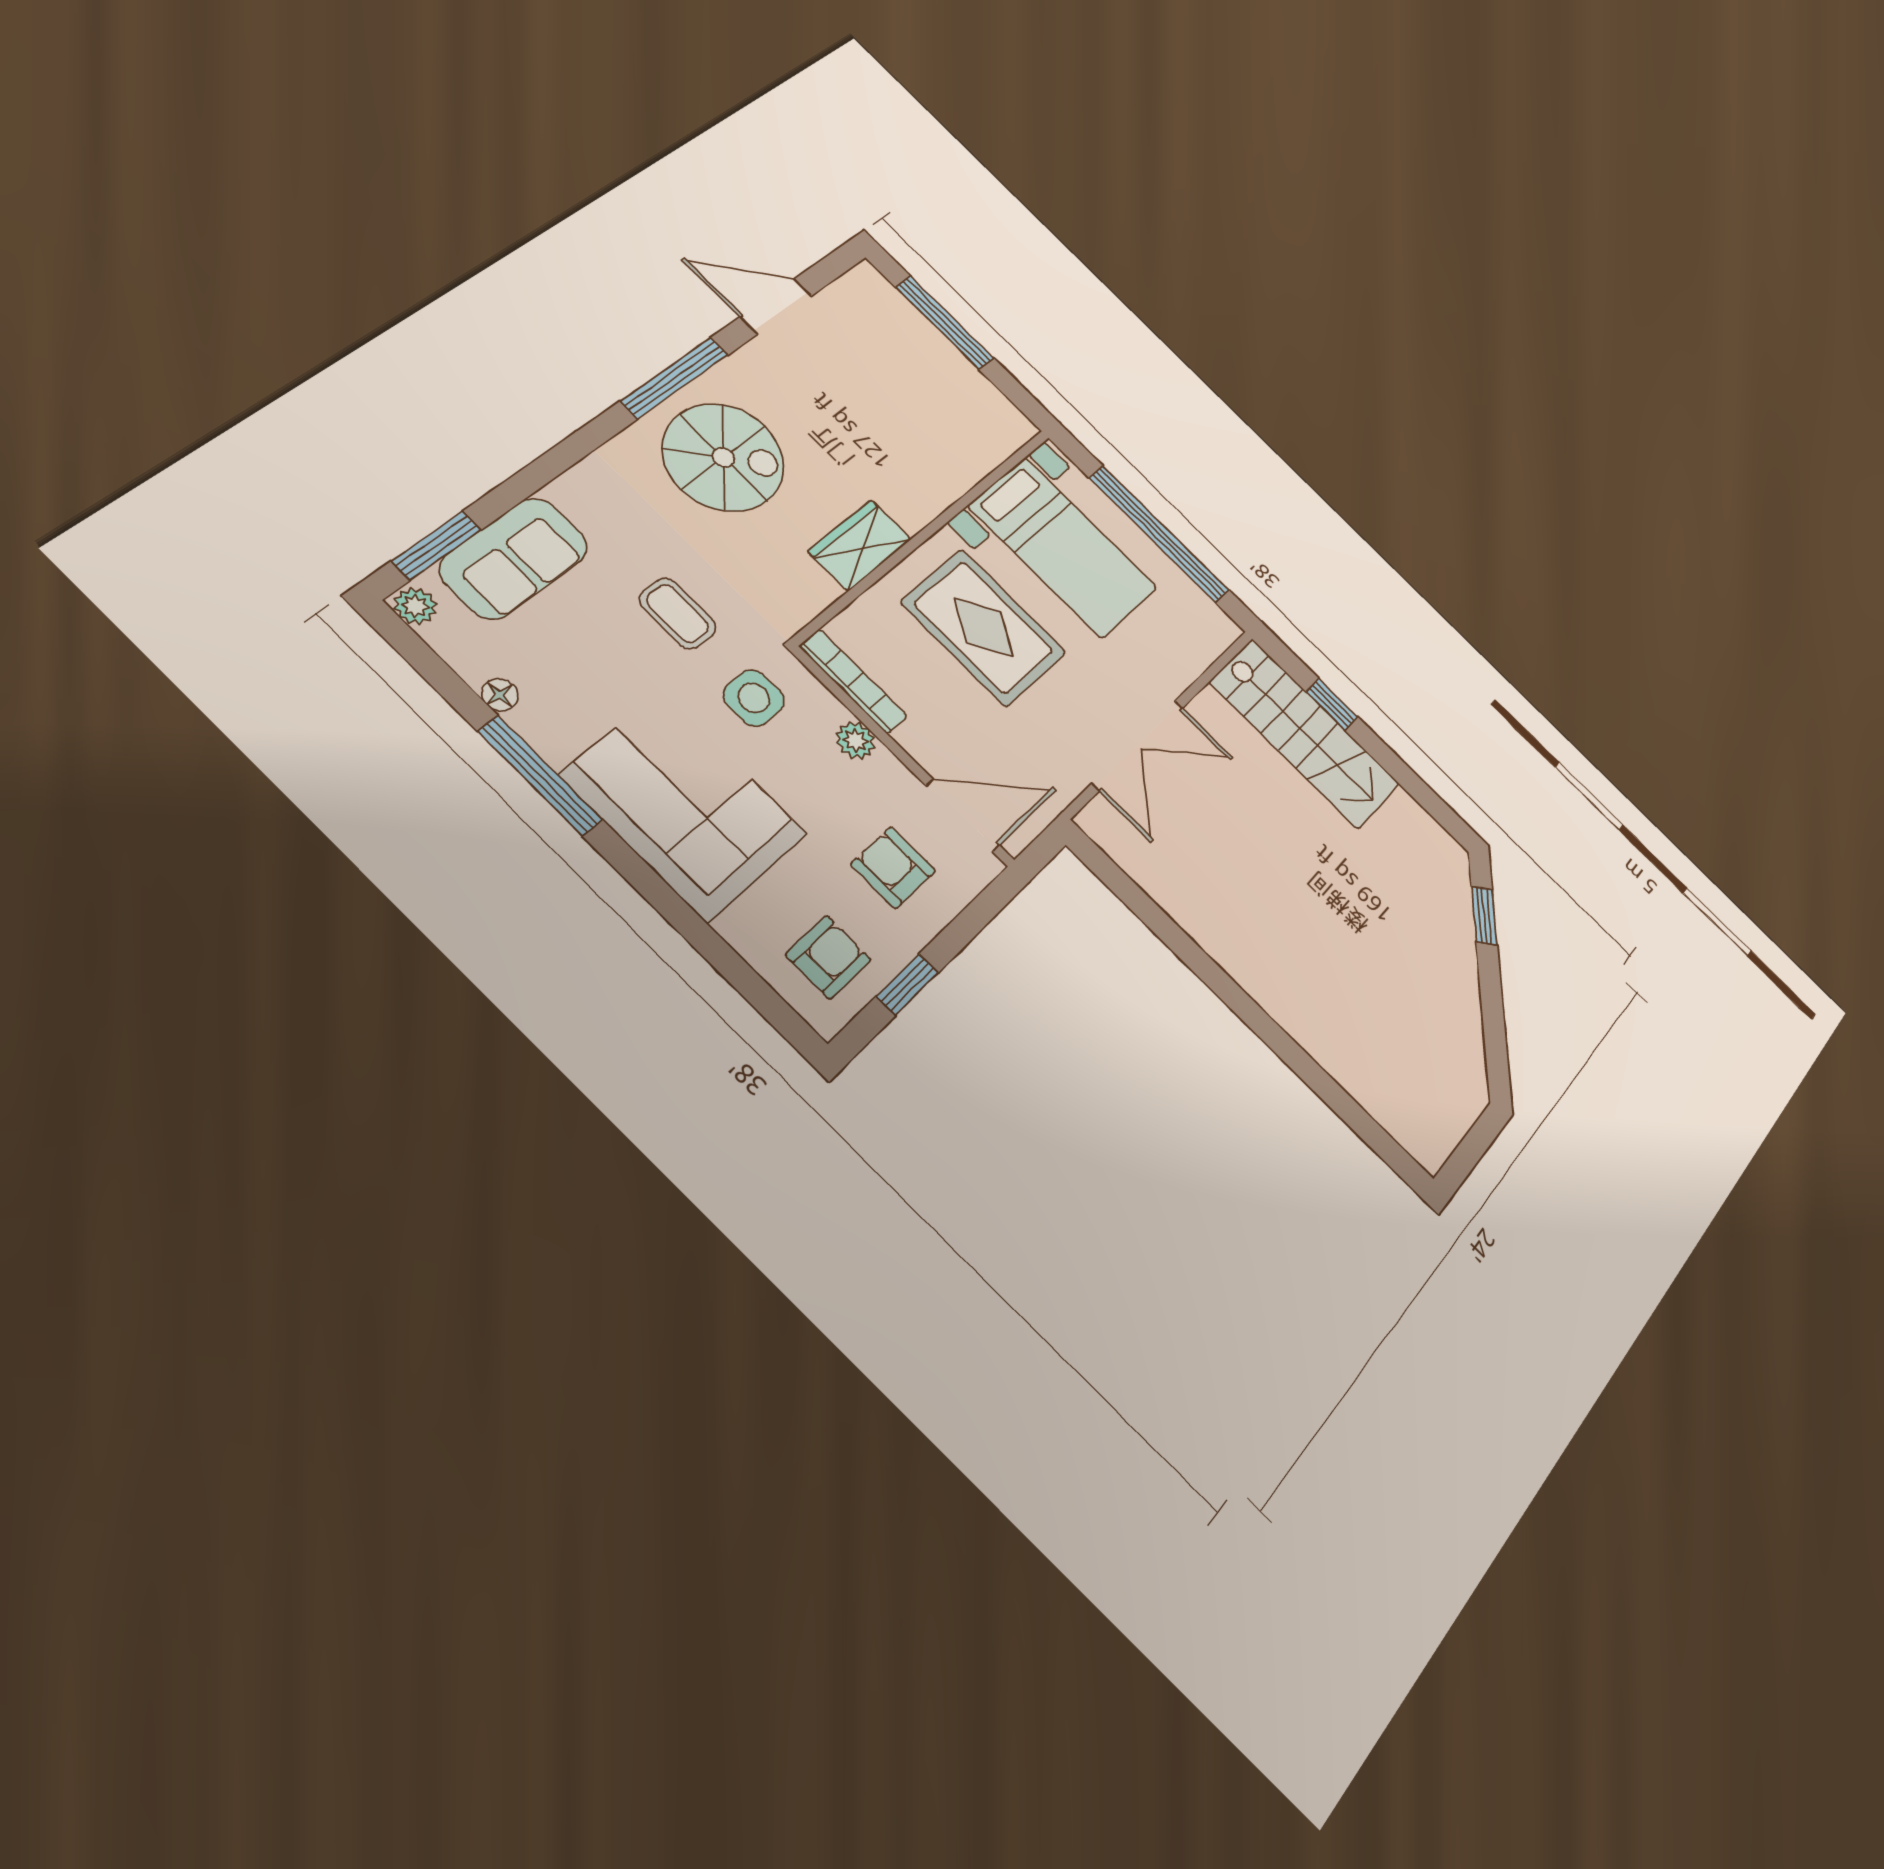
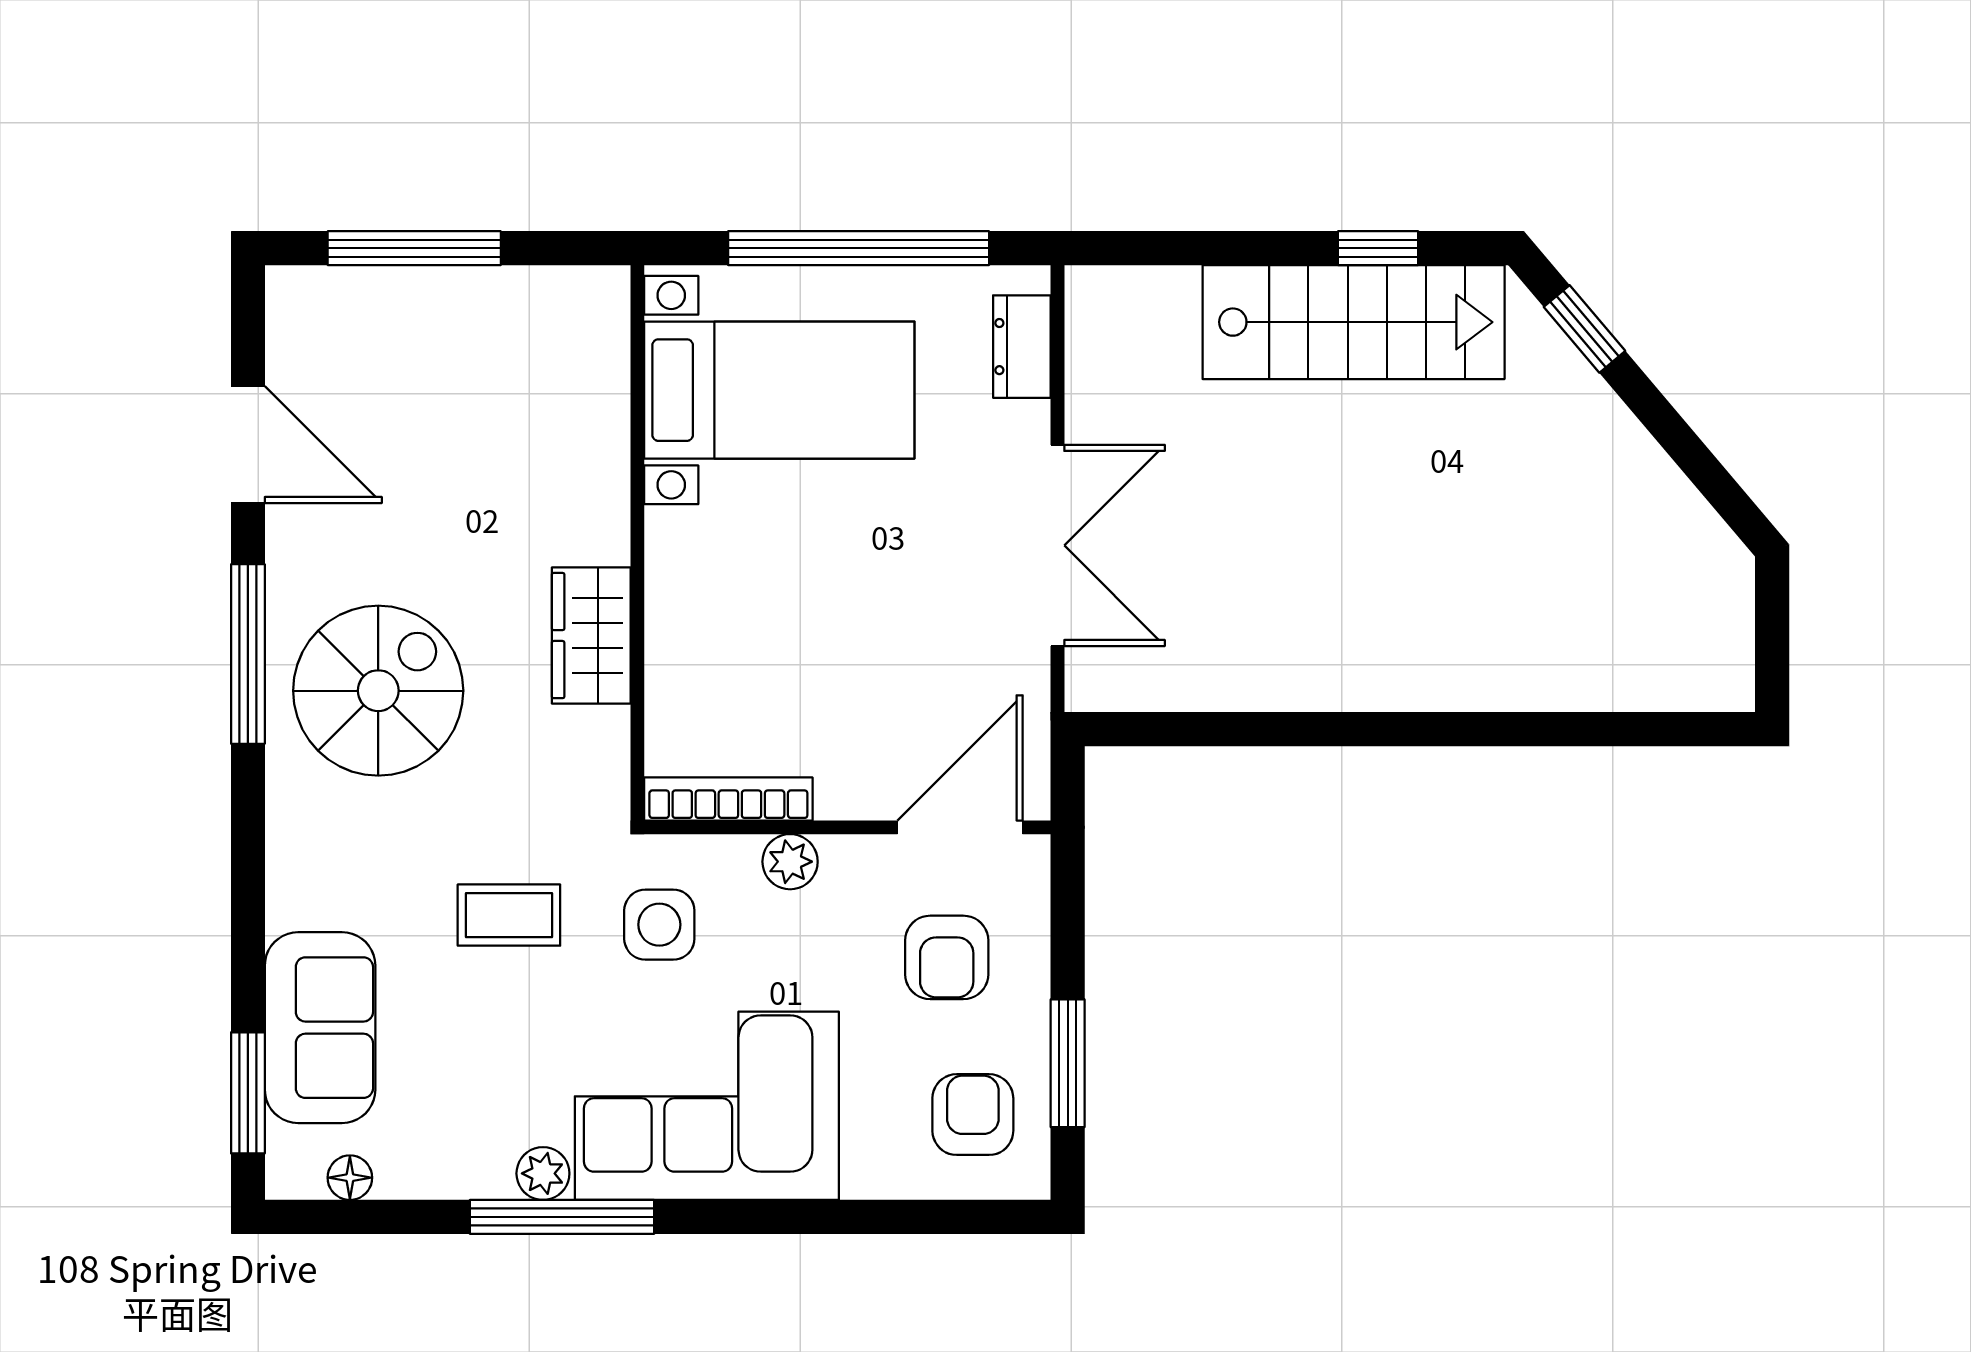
door: (776, 306) -> (248, 445), swing flipped
plant: (415, 606) -> (543, 1173), moved
rug: (984, 627) -> (790, 587), removed
dresser: (1200, 649) -> (1022, 347), added
floor lamp: (500, 695) -> (350, 1178), moved
window: (1332, 704) -> (1378, 248), moved
stairs: (1305, 733) -> (1354, 322), moved
armchair: (893, 867) -> (947, 957), turned -90
window: (907, 984) -> (1068, 1063), width x1.50

